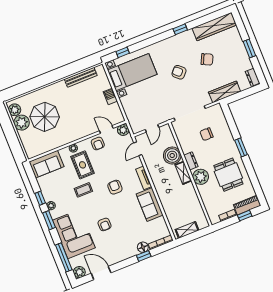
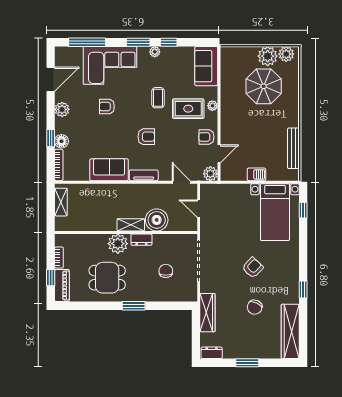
plant: (79, 272) -> (62, 109), moved

